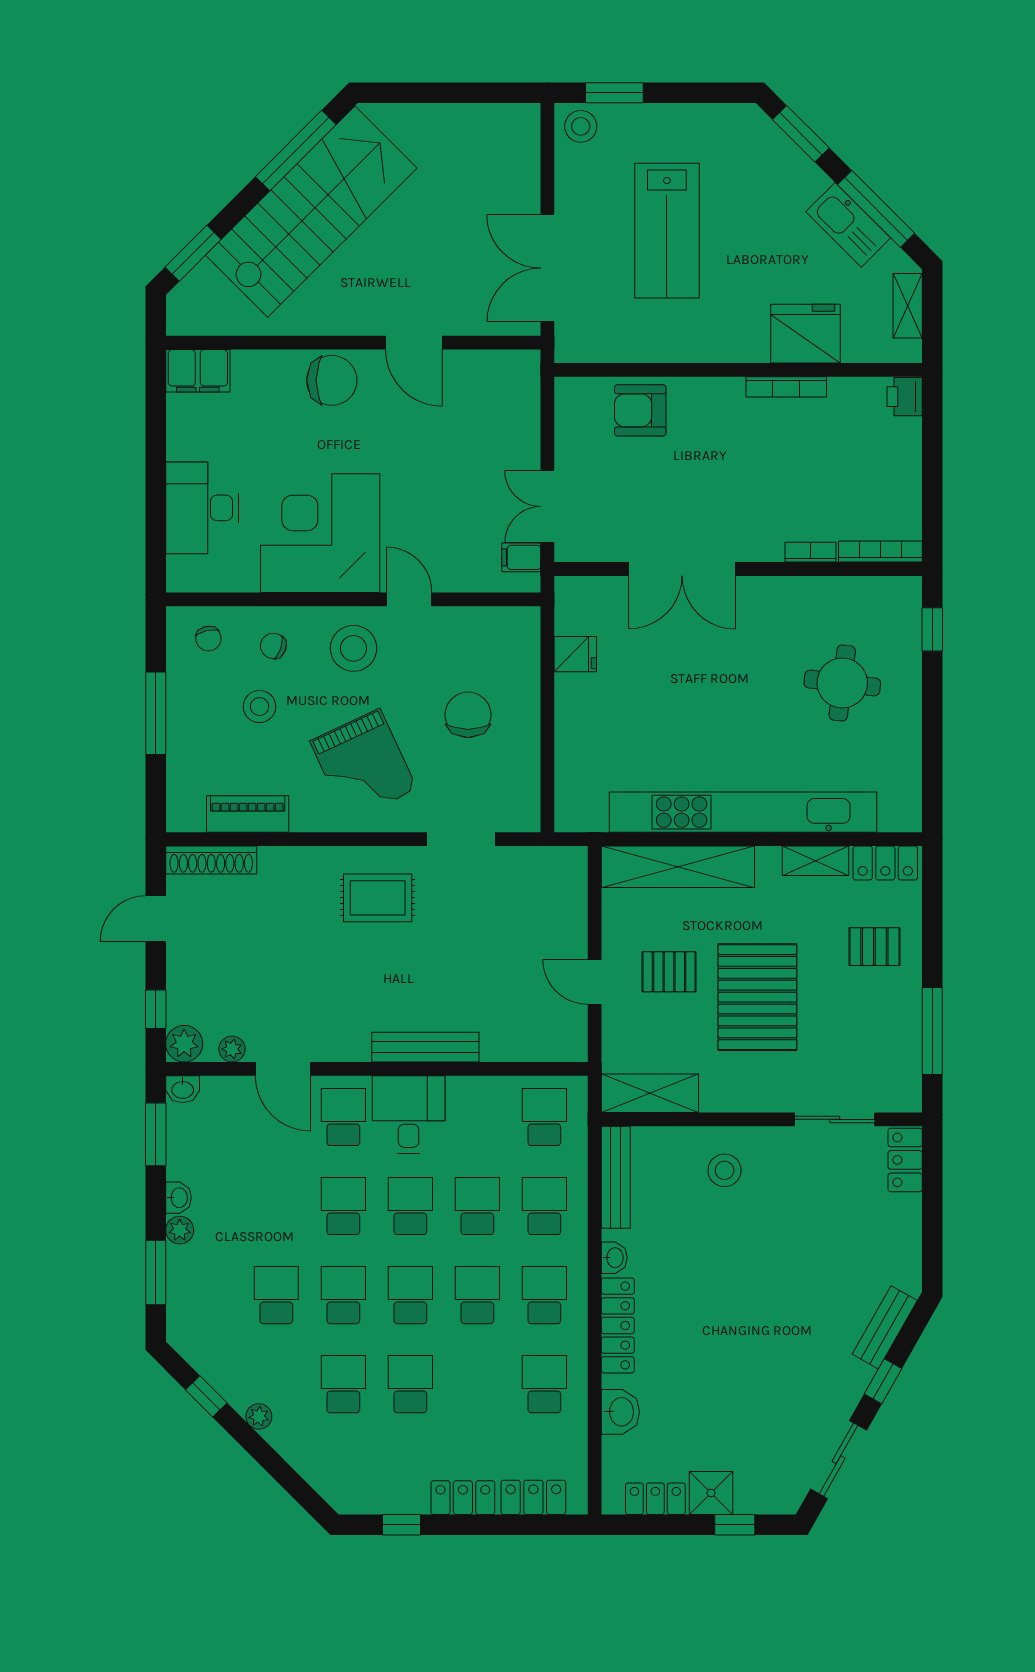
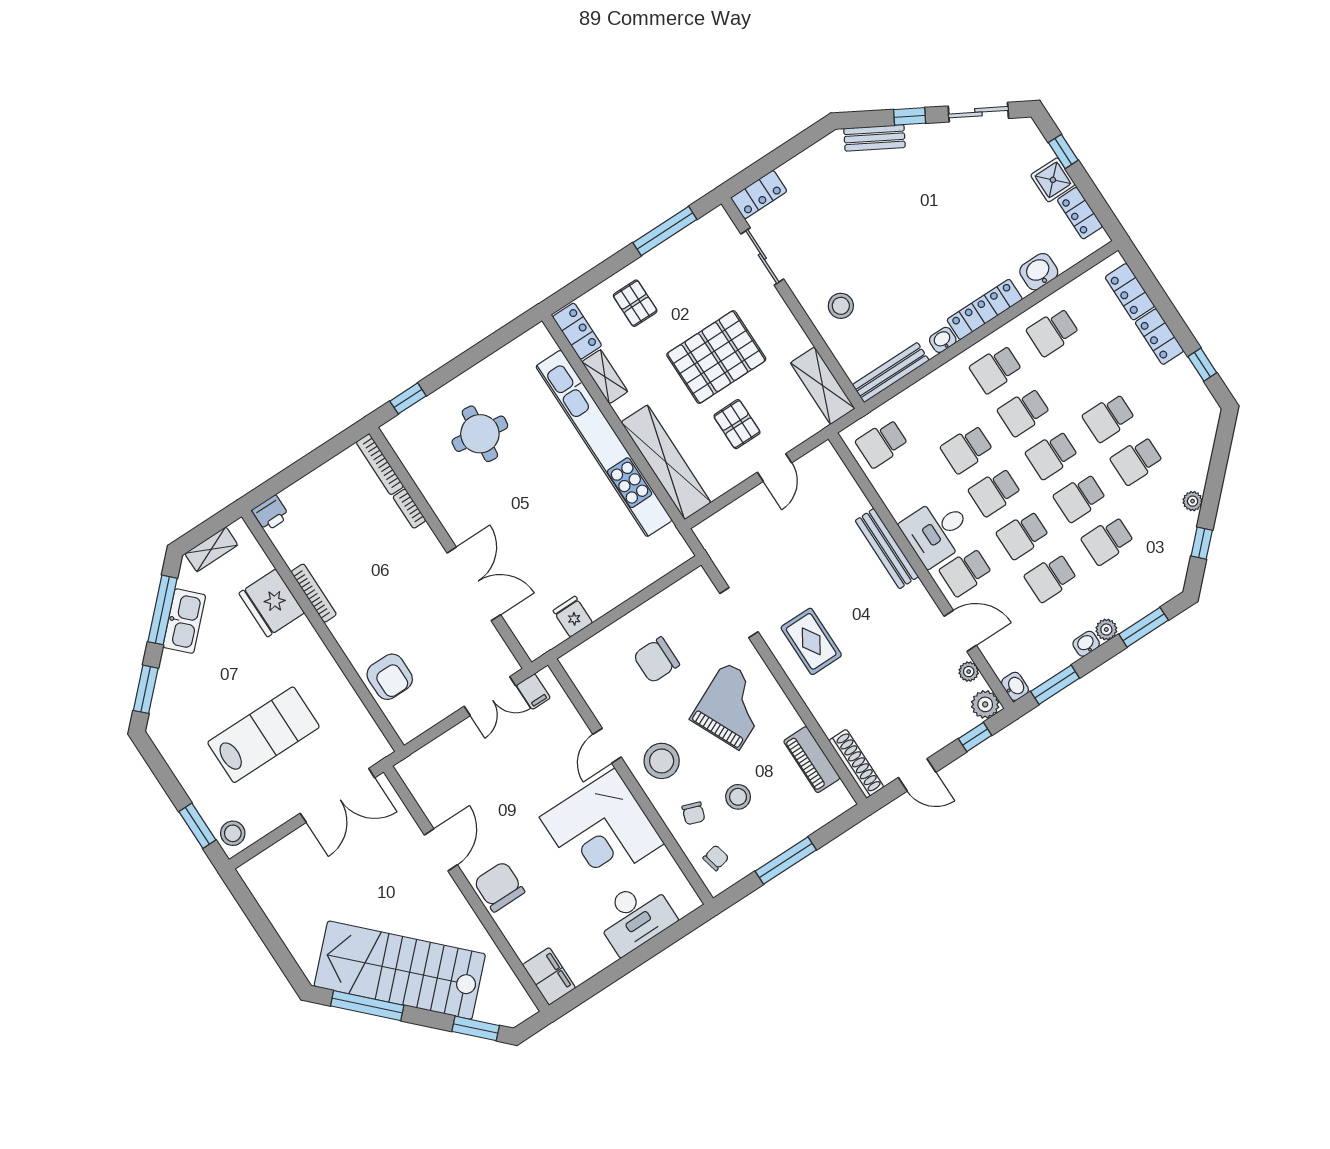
door: (283, 1069) -> (960, 631), hinge flipped
school desk: (544, 1206) -> (1051, 578), moved

